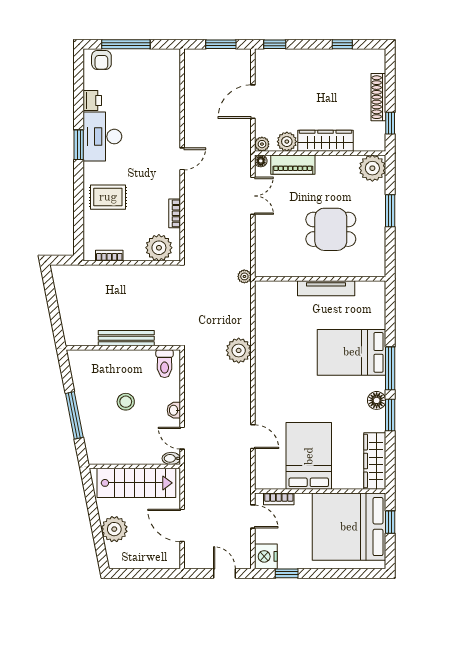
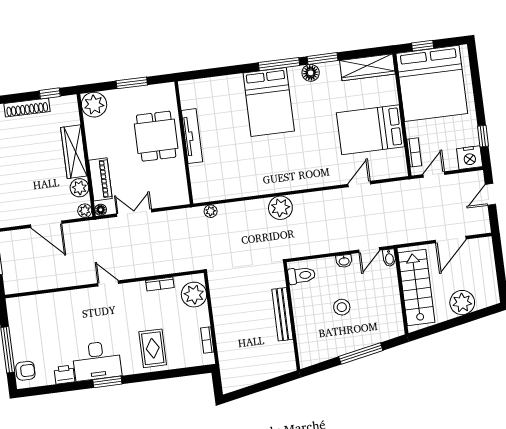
wall: (320, 279) -> (184, 143), moved
tv unit: (326, 288) -> (192, 136), moved

